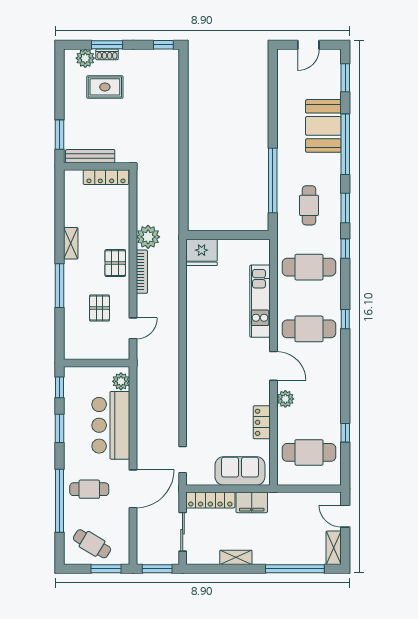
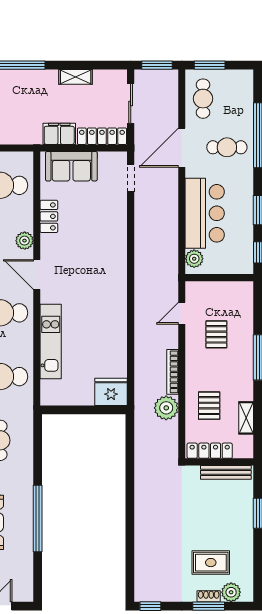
bench: (90, 156) -> (226, 472), moved
wall: (97, 166) -> (219, 462), moved
locker: (106, 177) -> (210, 451), moved
window: (273, 181) -> (38, 519), moved
shelving: (71, 243) -> (246, 418), moved
pallet: (115, 263) -> (209, 406), moved
cafe table: (92, 544) -> (203, 99), moved, turned 59

